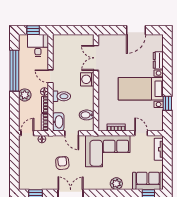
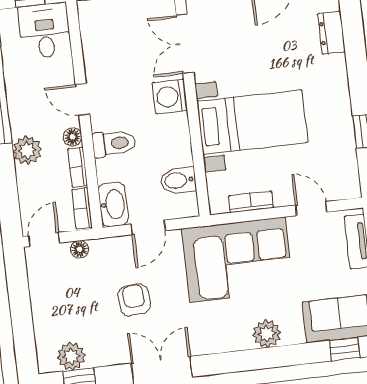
bed with nightstands: (141, 89) -> (252, 122), moved, turned 180
door: (72, 133) -> (148, 227), hinge flipped
plant: (33, 184) -> (71, 356), added

